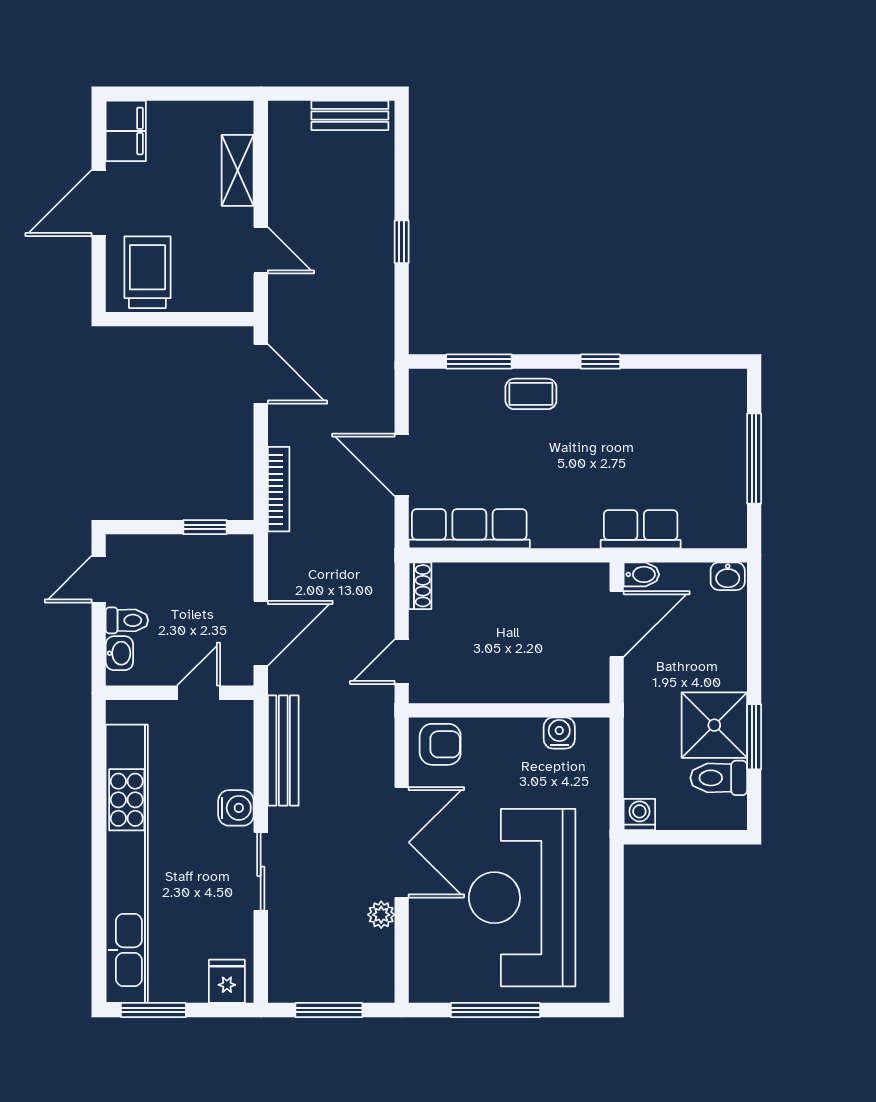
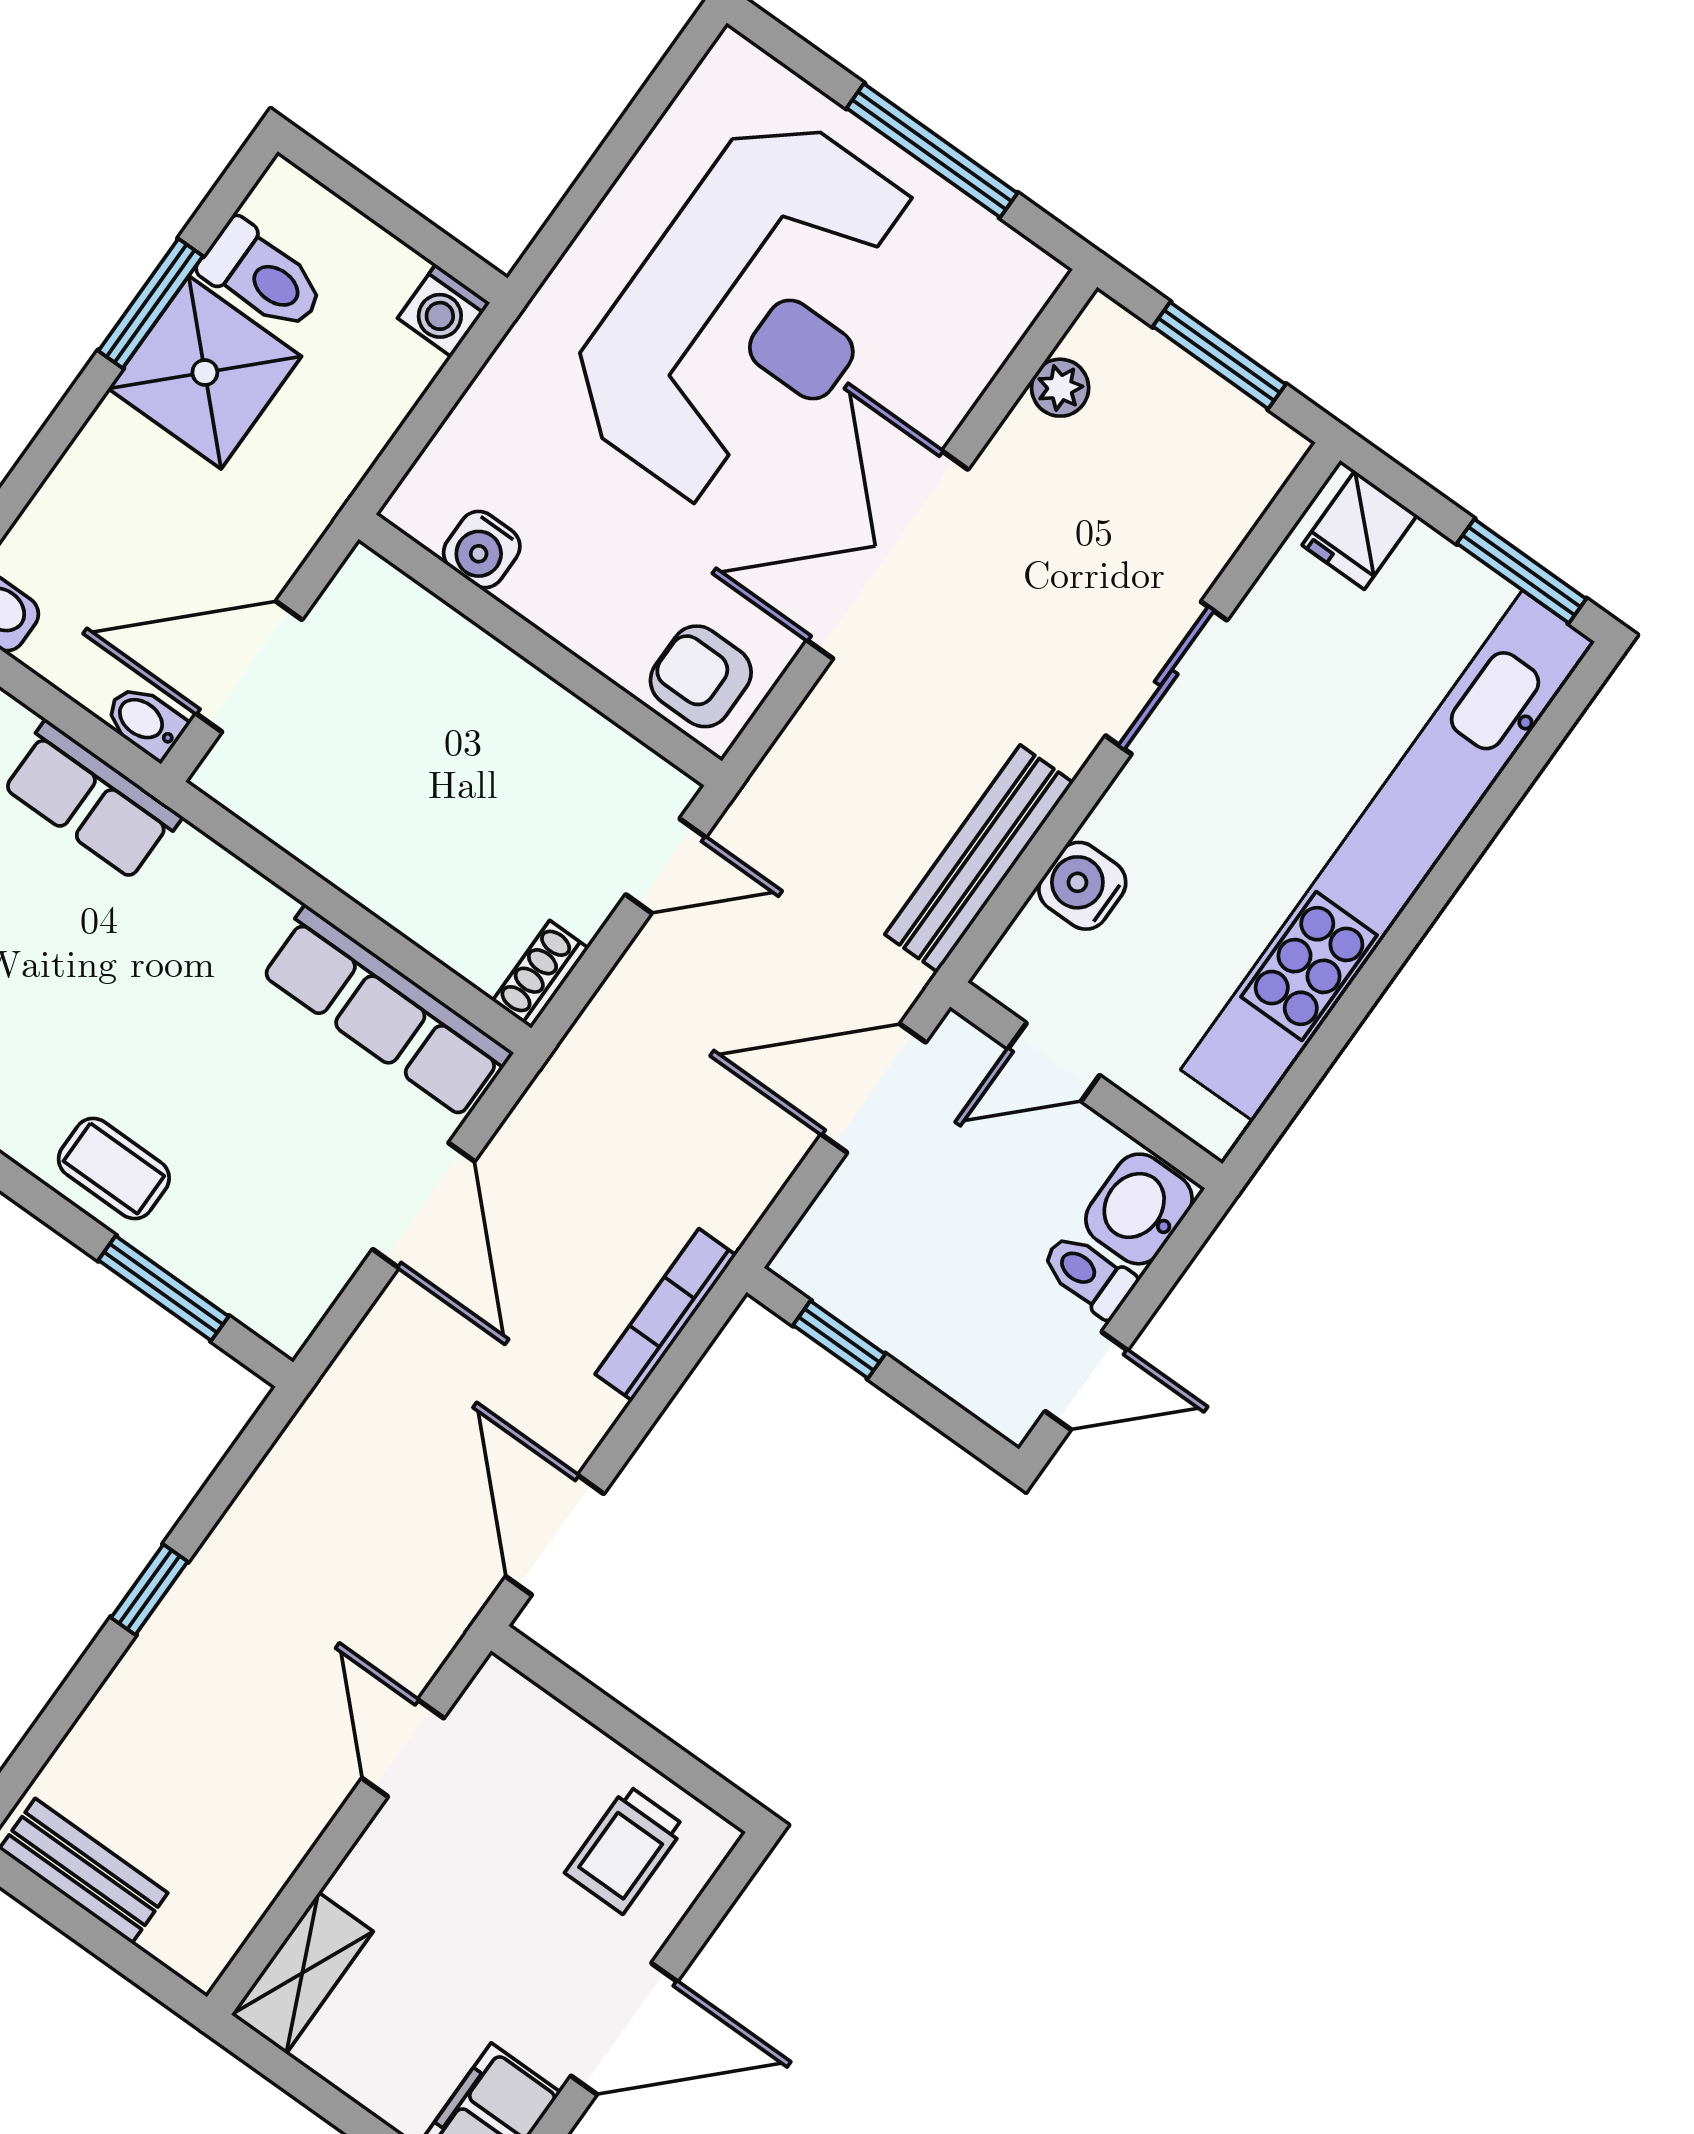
shelving: (238, 170) -> (302, 1973), moved
trolley: (147, 272) -> (625, 1849), width x0.73, depth x0.72
washbasin: (119, 653) -> (1139, 1209), width x1.38, depth x1.45
water cooler: (236, 808) -> (1082, 886), moved
plant: (381, 915) -> (1060, 388), moved

